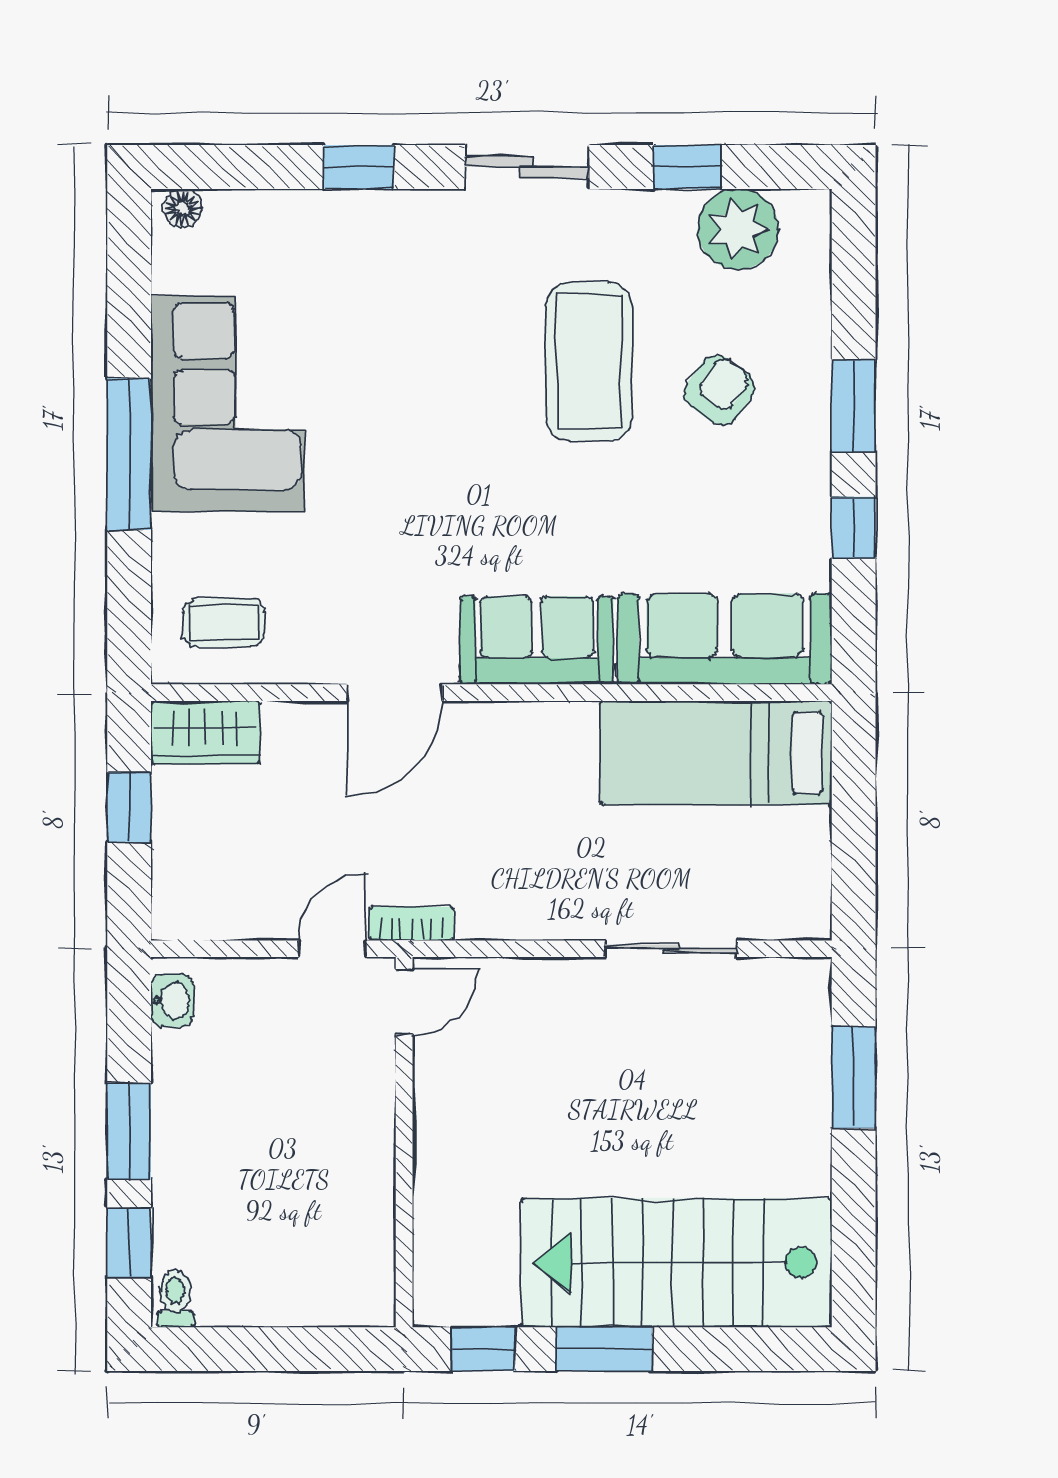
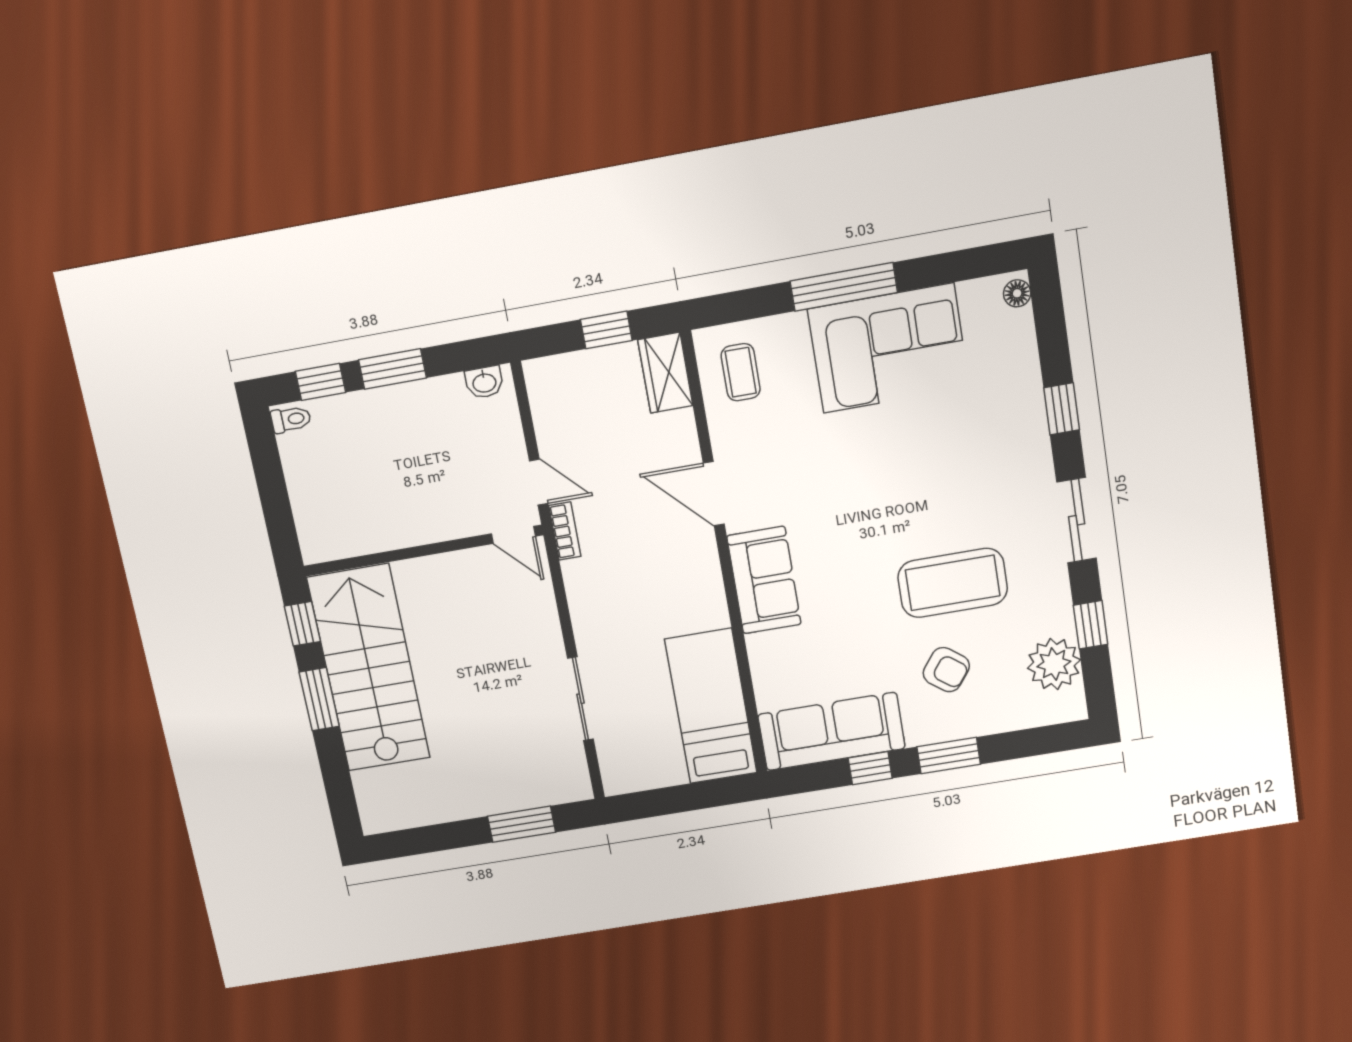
sofa: (725, 639) -> (831, 732), moved, turned -90
stairs: (677, 1263) -> (369, 668), moved

